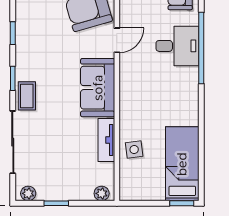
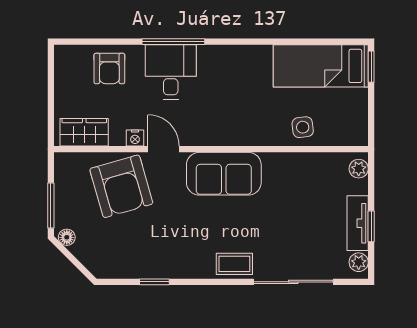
nightstand: (126, 18) -> (135, 138), added
window: (201, 48) -> (173, 42), width x0.68
window: (13, 78) -> (212, 282), removed
tv unit: (106, 140) -> (358, 223), moved, turned 90

